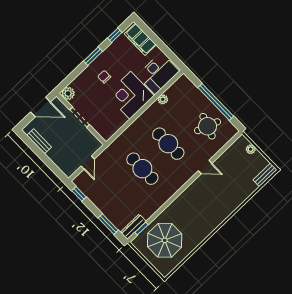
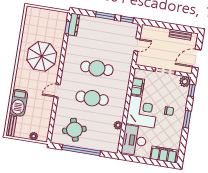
window: (115, 35) -> (192, 90), moved
filing cabinet: (117, 122) -> (137, 87), added
round table: (208, 126) -> (74, 130), turned -35
door: (88, 163) -> (137, 45), swing flipped
door: (205, 167) -> (57, 91), moved
barbecue: (241, 192) -> (19, 103), added
window: (108, 224) -> (105, 16), moved
parasol: (165, 240) -> (42, 56), moved

